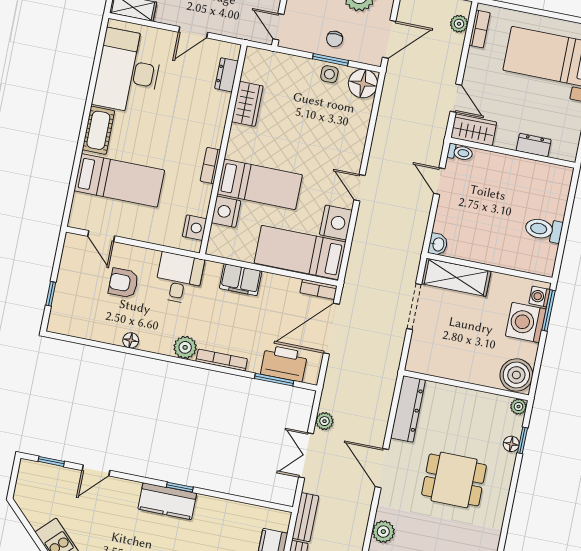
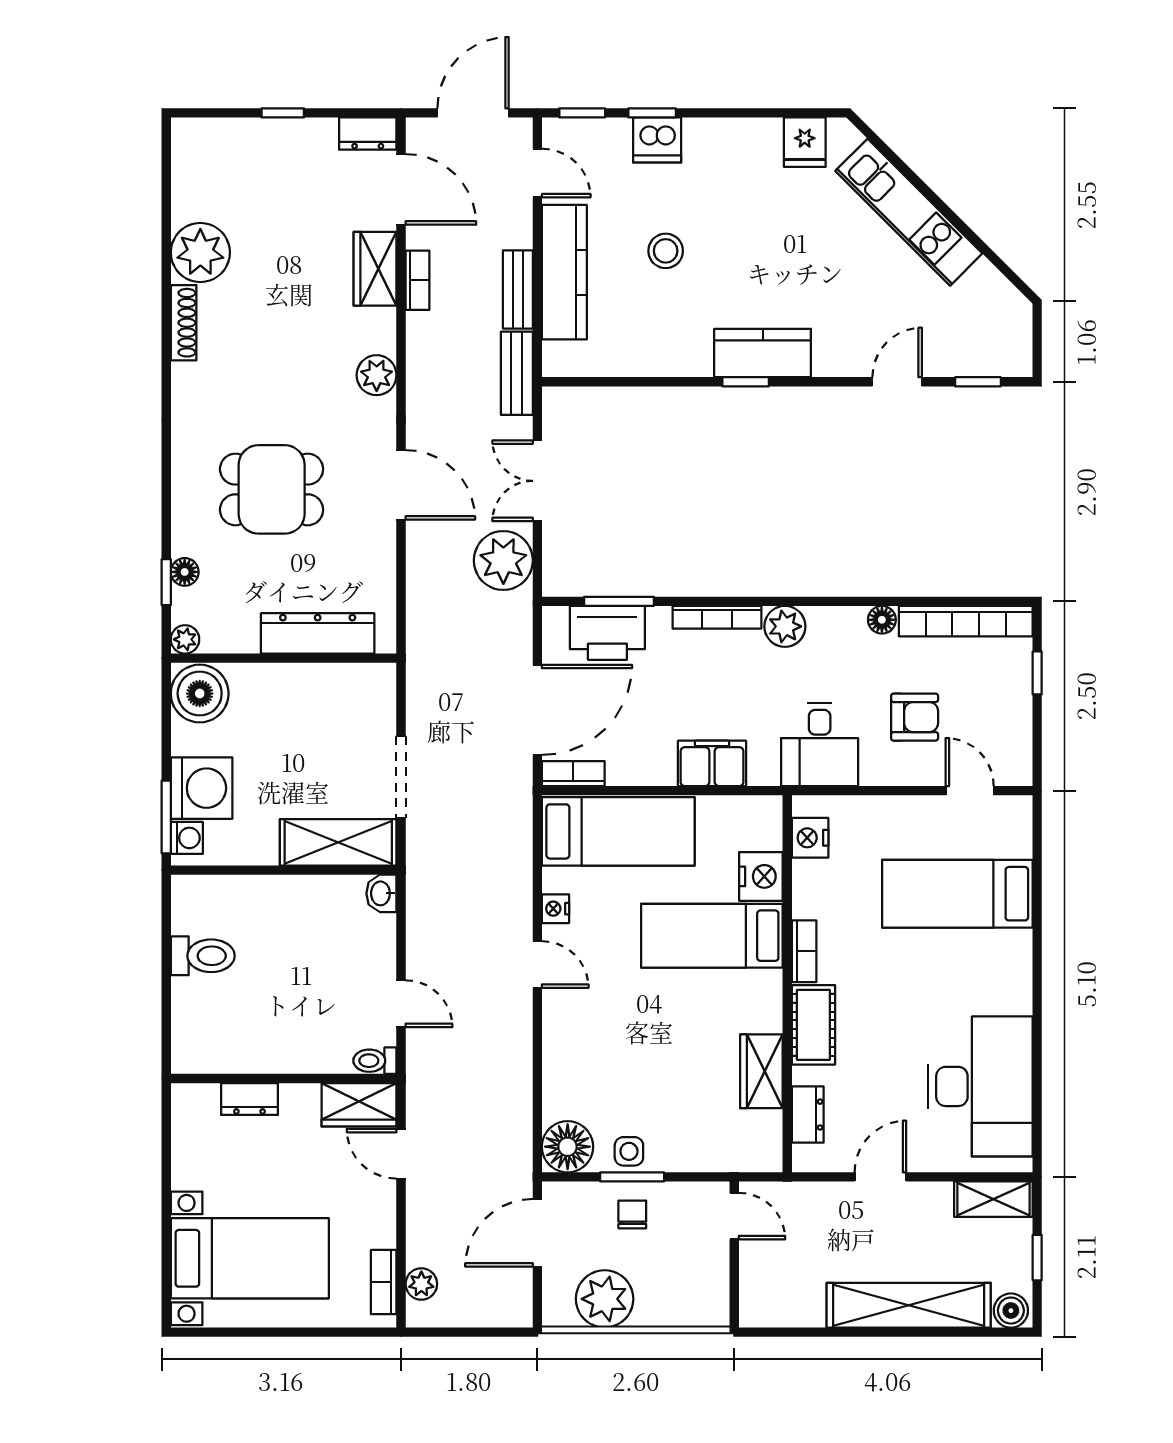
cot: (98, 130) -> (813, 1025), moved
nightstand: (336, 222) -> (555, 909), width x0.53, depth x0.56
bookcase: (84, 330) -> (966, 621), added
dresser: (408, 409) -> (318, 633), moved, turned 90
plant: (325, 421) -> (503, 560), width x1.88, depth x1.88
double door: (306, 455) -> (537, 481), swing flipped

